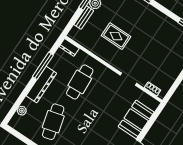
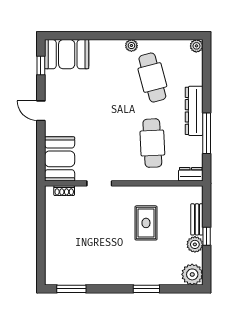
rug: (116, 36) -> (146, 223), turned 90
plant: (22, 111) -> (196, 46), moved
booth: (136, 119) -> (60, 159), moved

